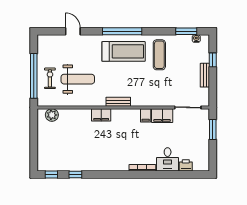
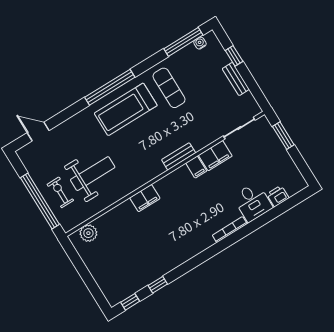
door: (73, 31) -> (38, 132), moved
window: (186, 31) -> (183, 42), width x1.44
treadmill: (124, 51) -> (126, 109), turned 180
bench: (118, 102) -> (179, 156), moved

